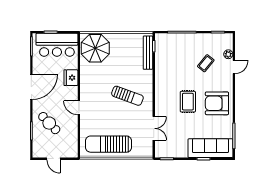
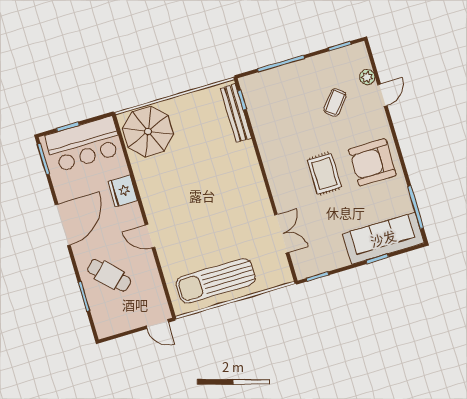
sun lounger: (127, 96) -> (223, 193), removed
door: (54, 159) -> (157, 324), moved

